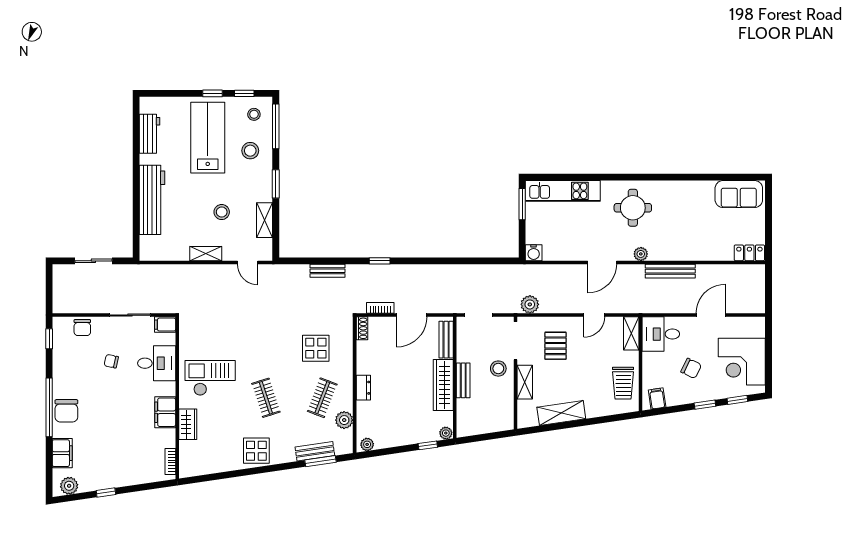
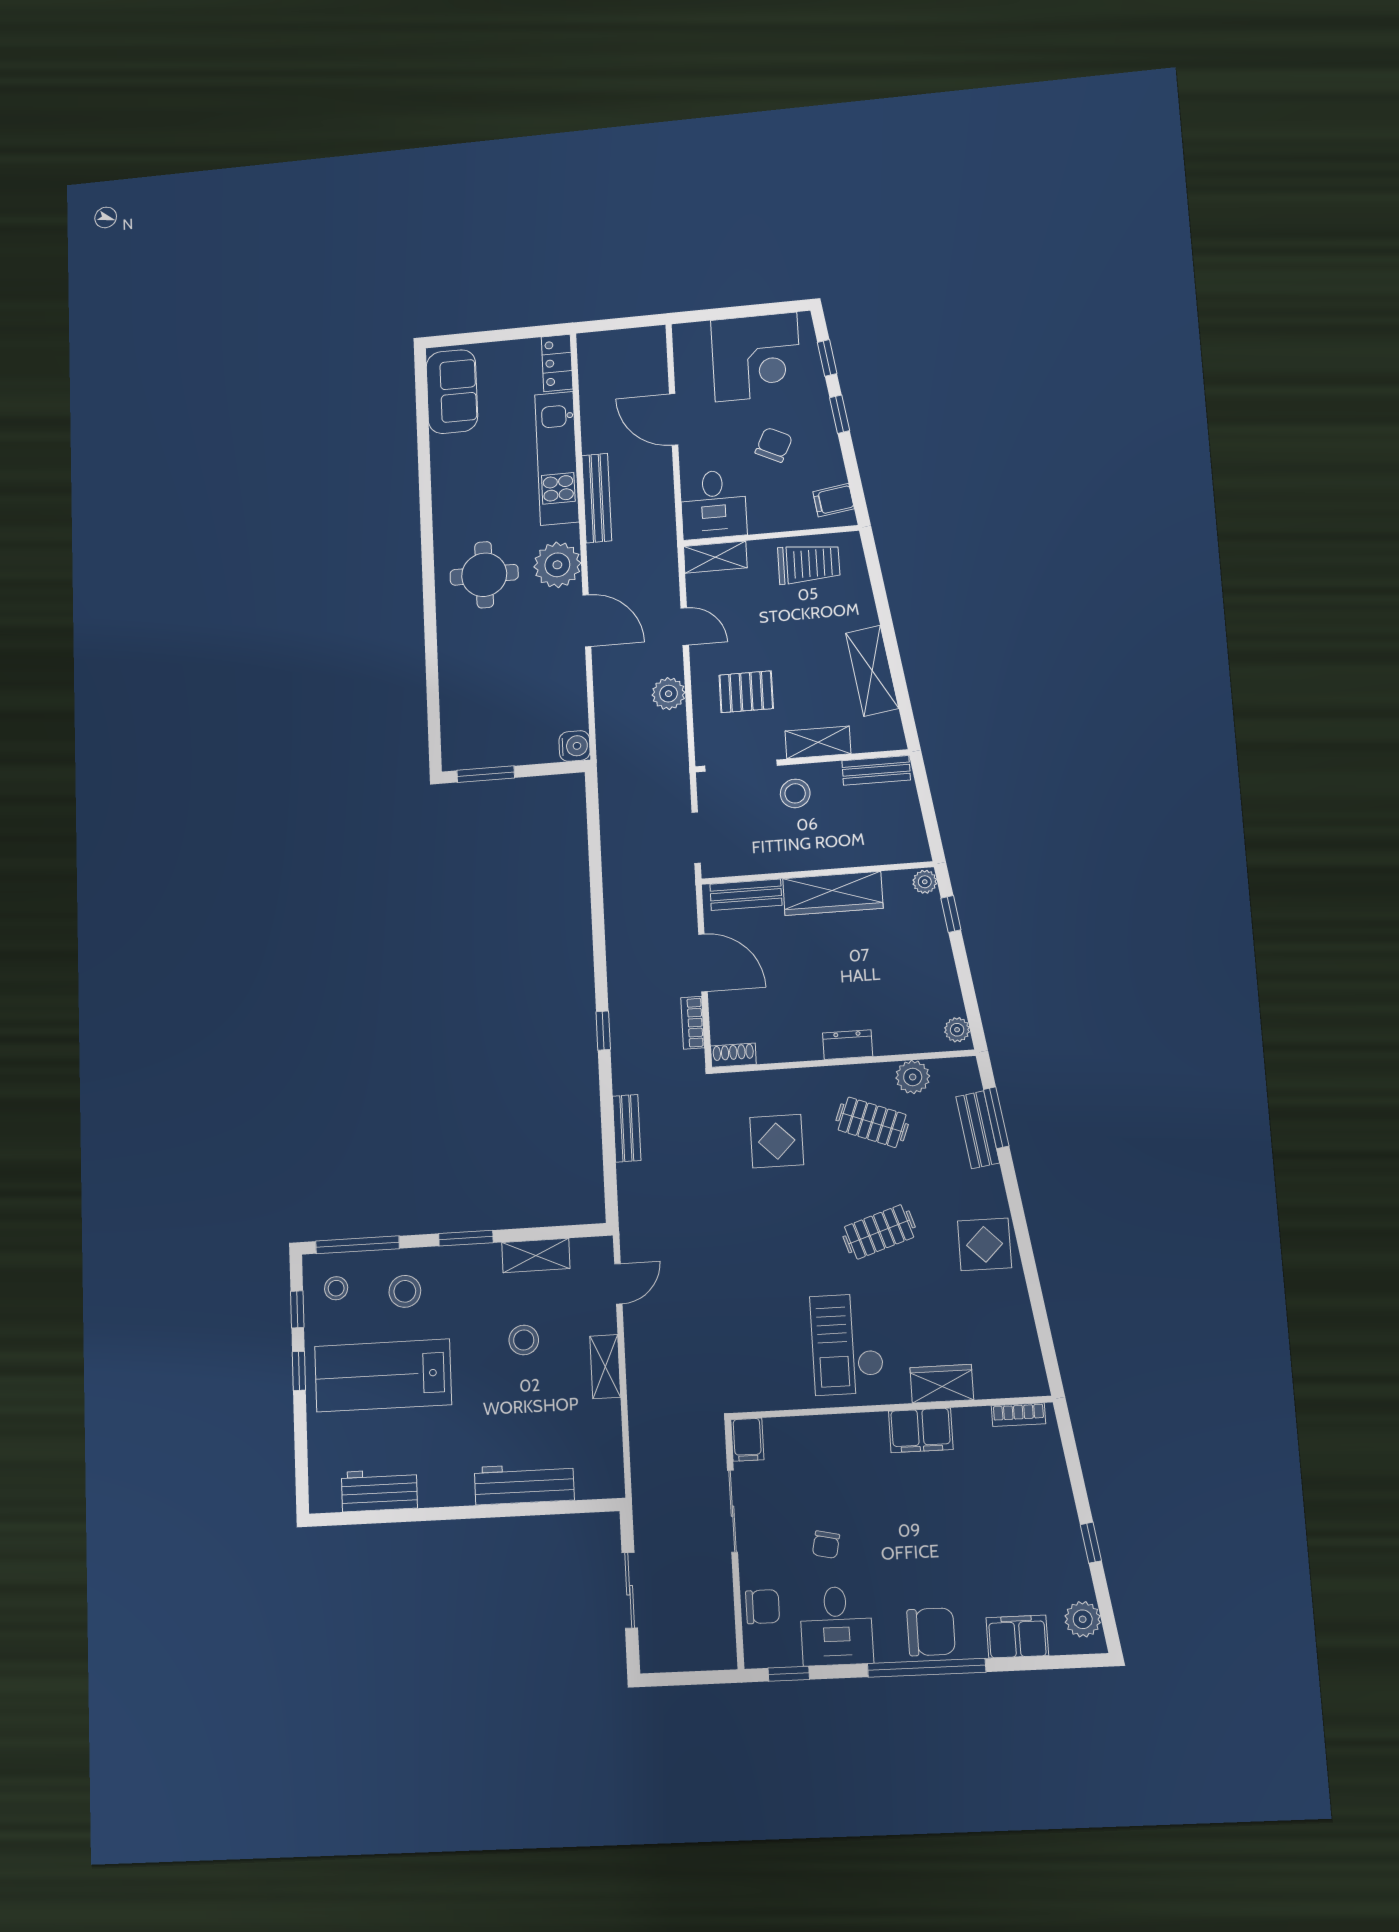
kitchen unit: (563, 191) -> (557, 458), moved, turned 180
workbench: (152, 200) -> (524, 1484), width x0.73, depth x0.76
plant: (641, 254) -> (557, 565), width x1.88, depth x1.88
plant: (530, 304) -> (669, 694), moved
desk: (157, 363) -> (836, 1626), moved, turned 180
bench: (463, 380) -> (876, 770), moved

